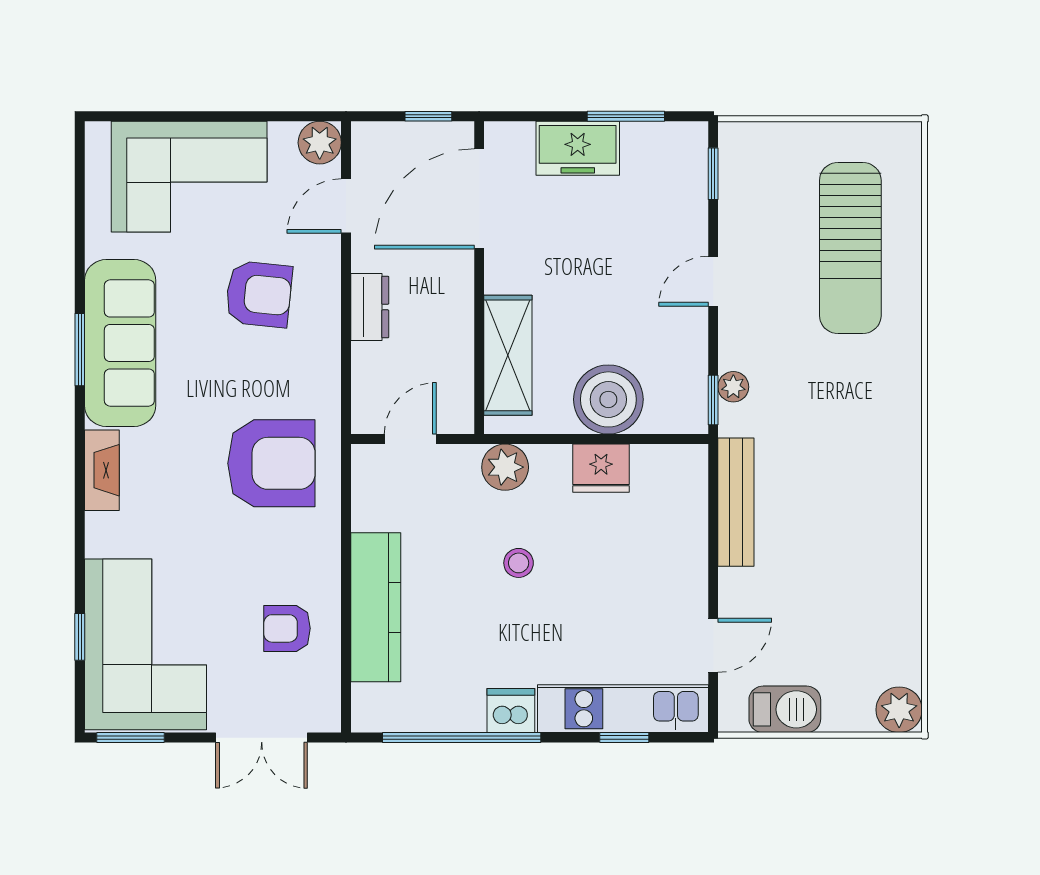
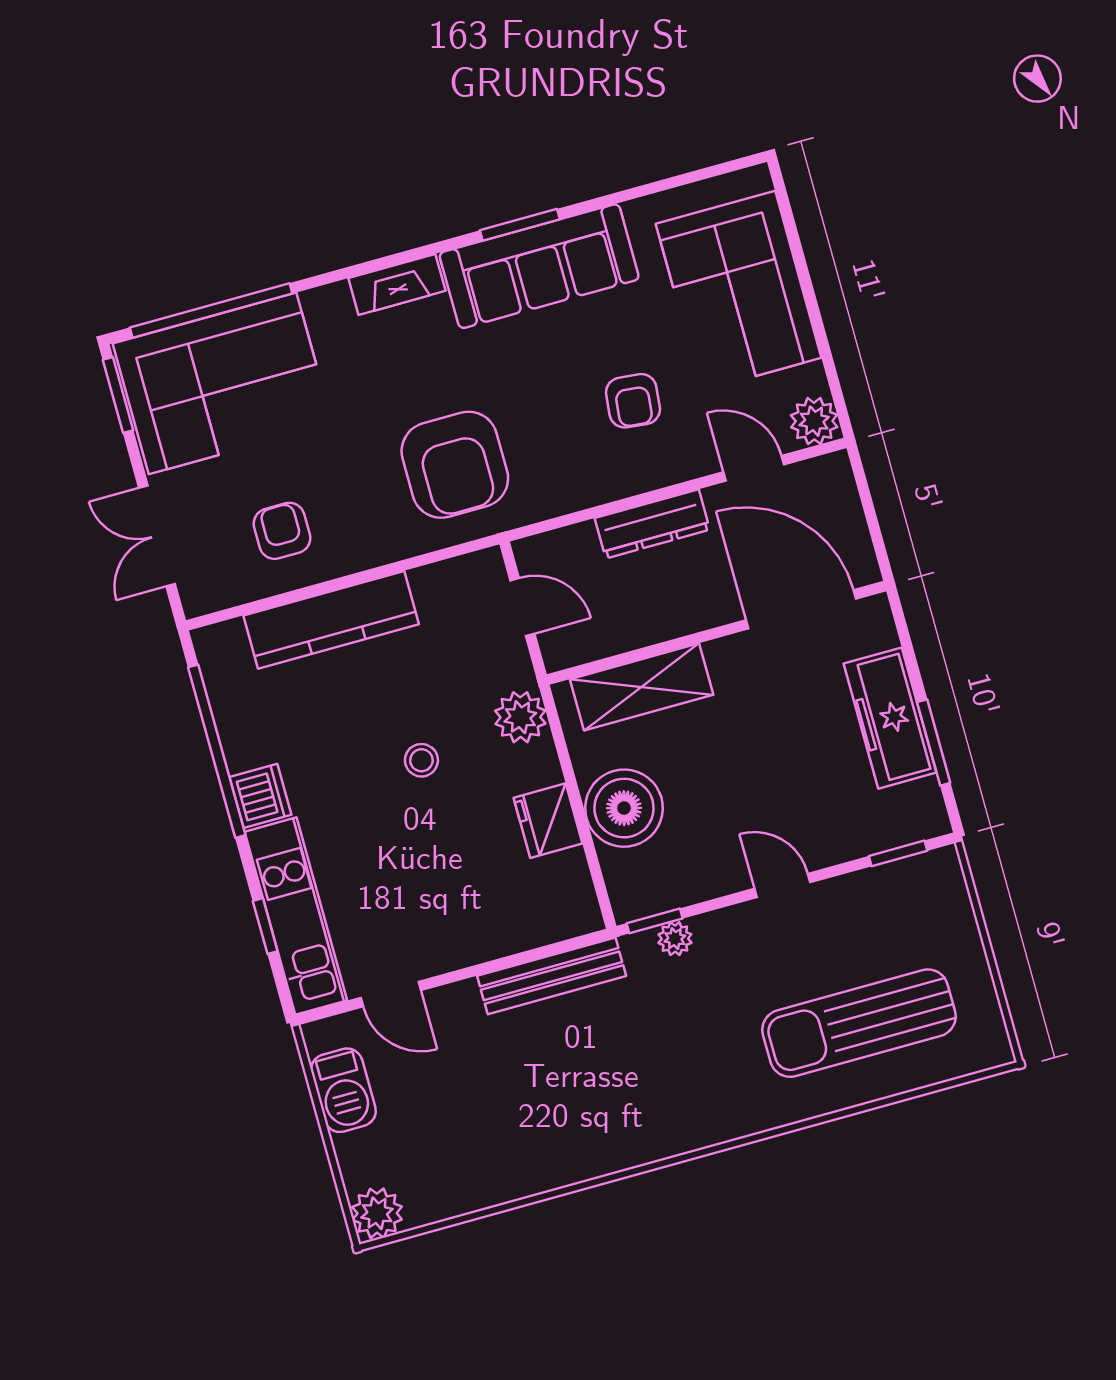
window: (428, 116) -> (875, 530), removed
freezer: (578, 148) -> (890, 718), width x1.40
armchair: (259, 294) -> (633, 401), width x0.72, depth x0.72
dresser: (370, 307) -> (652, 524), width x1.44
window: (80, 637) -> (211, 310), width x3.17

